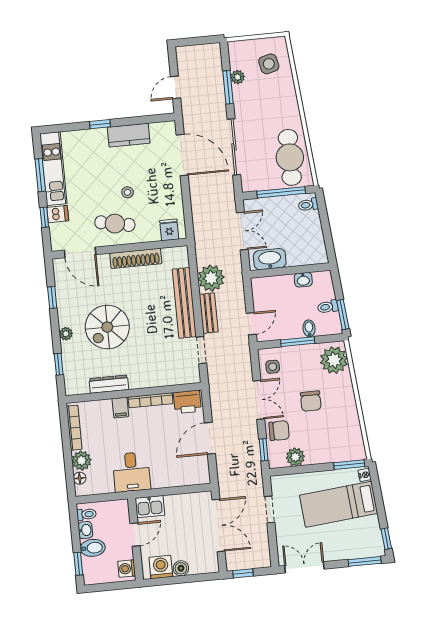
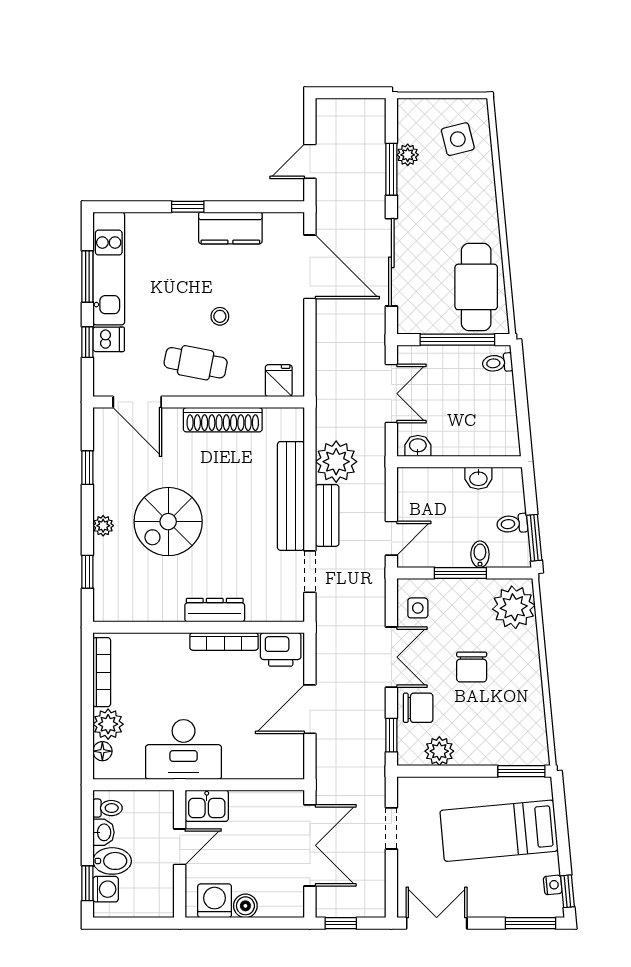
washbasin: (270, 259) -> (418, 446), width x0.52, depth x0.69
dresser: (109, 384) -> (215, 610), moved
filing cabinet: (120, 408) -> (176, 648), removed
desk: (131, 472) -> (184, 749), width x1.37
nightstand: (365, 475) -> (553, 885), moved
washing machine: (127, 569) -> (106, 889), moved, turned 180

